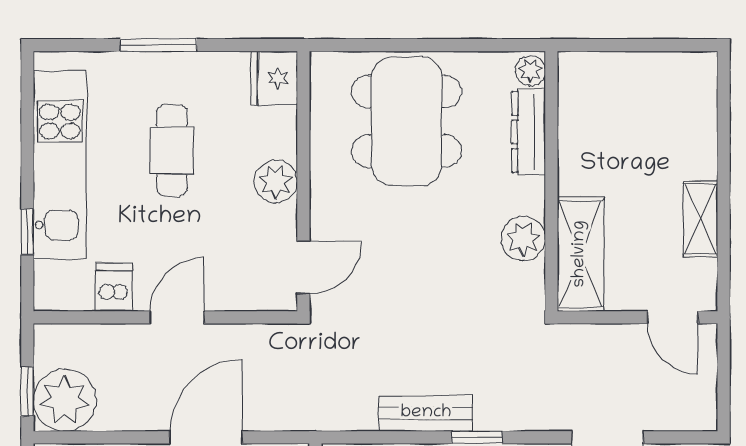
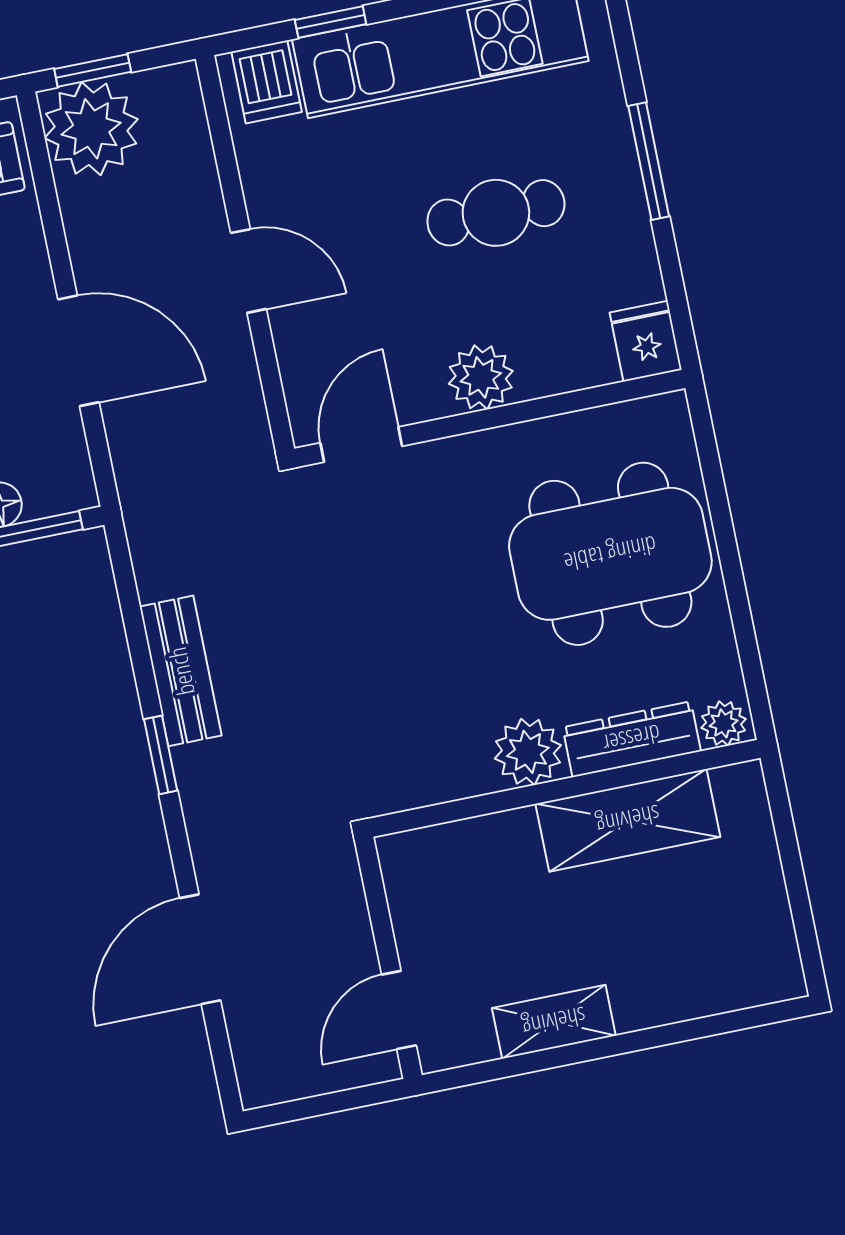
fridge: (274, 78) -> (646, 341), width x0.72
plant: (523, 239) -> (528, 752), moved
shelving: (580, 254) -> (628, 820), moved
door: (303, 267) -> (361, 444), swing flipped
dishwasher: (114, 287) -> (267, 82), moved, turned 90

